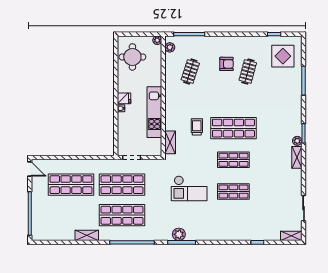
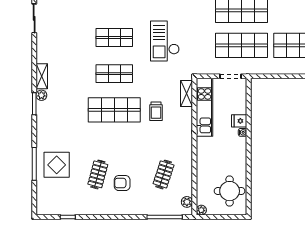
display table: (283, 56) -> (57, 165), moved
fridge: (124, 98) -> (239, 121), moved
kitchen unit: (154, 112) -> (204, 107), moved
checkout: (189, 188) -> (165, 41), turned -90

